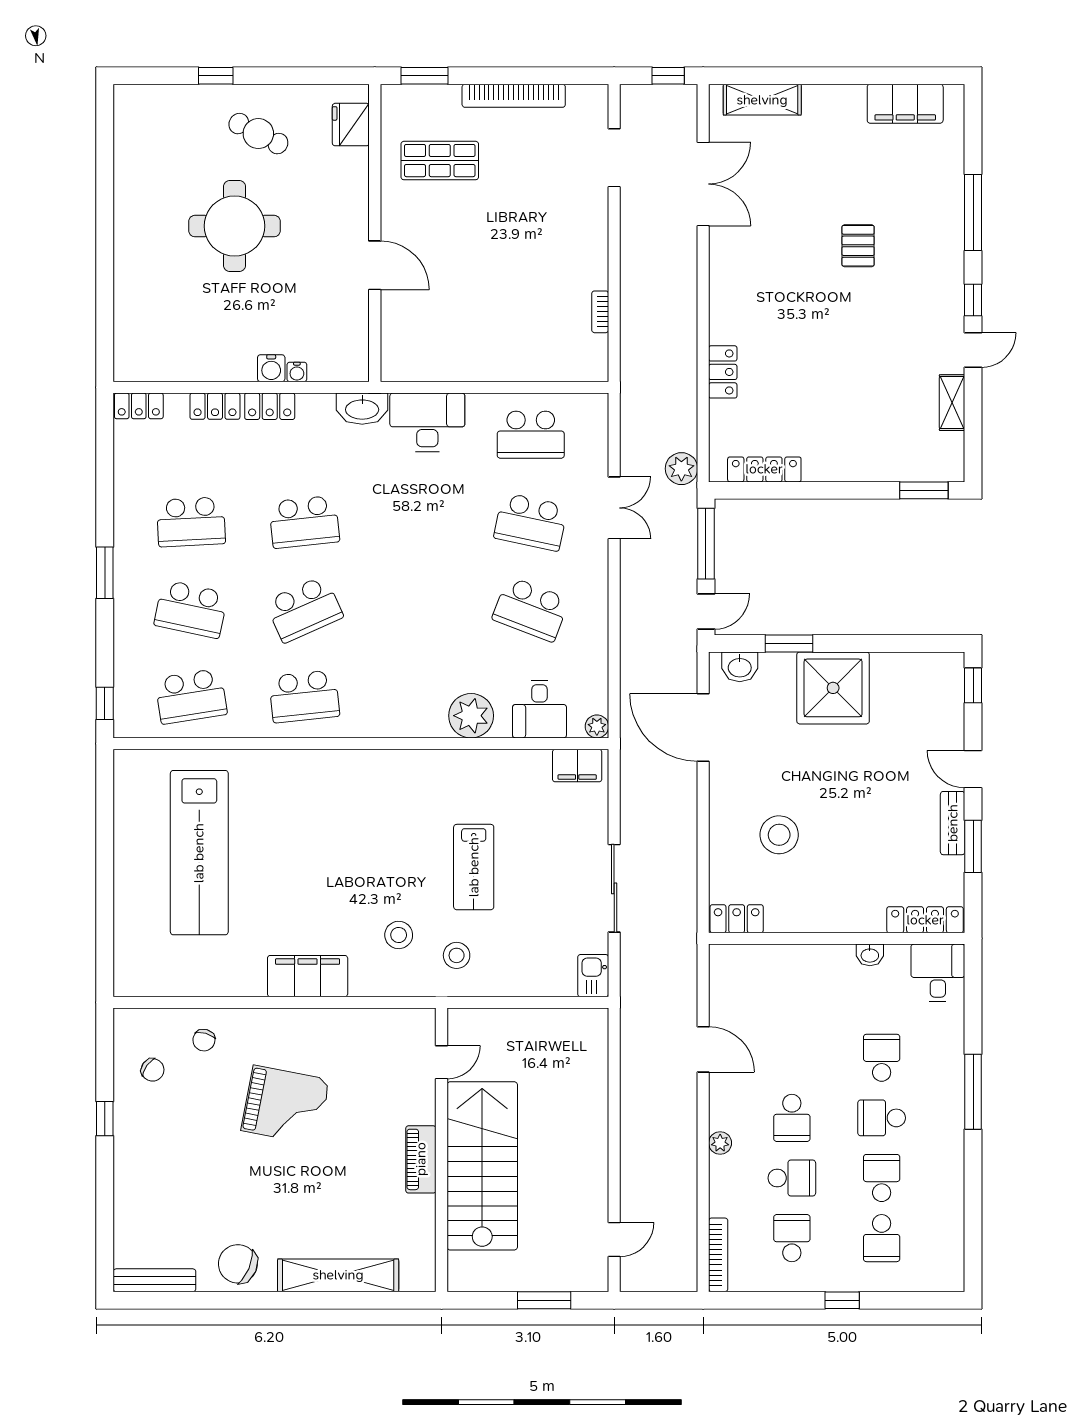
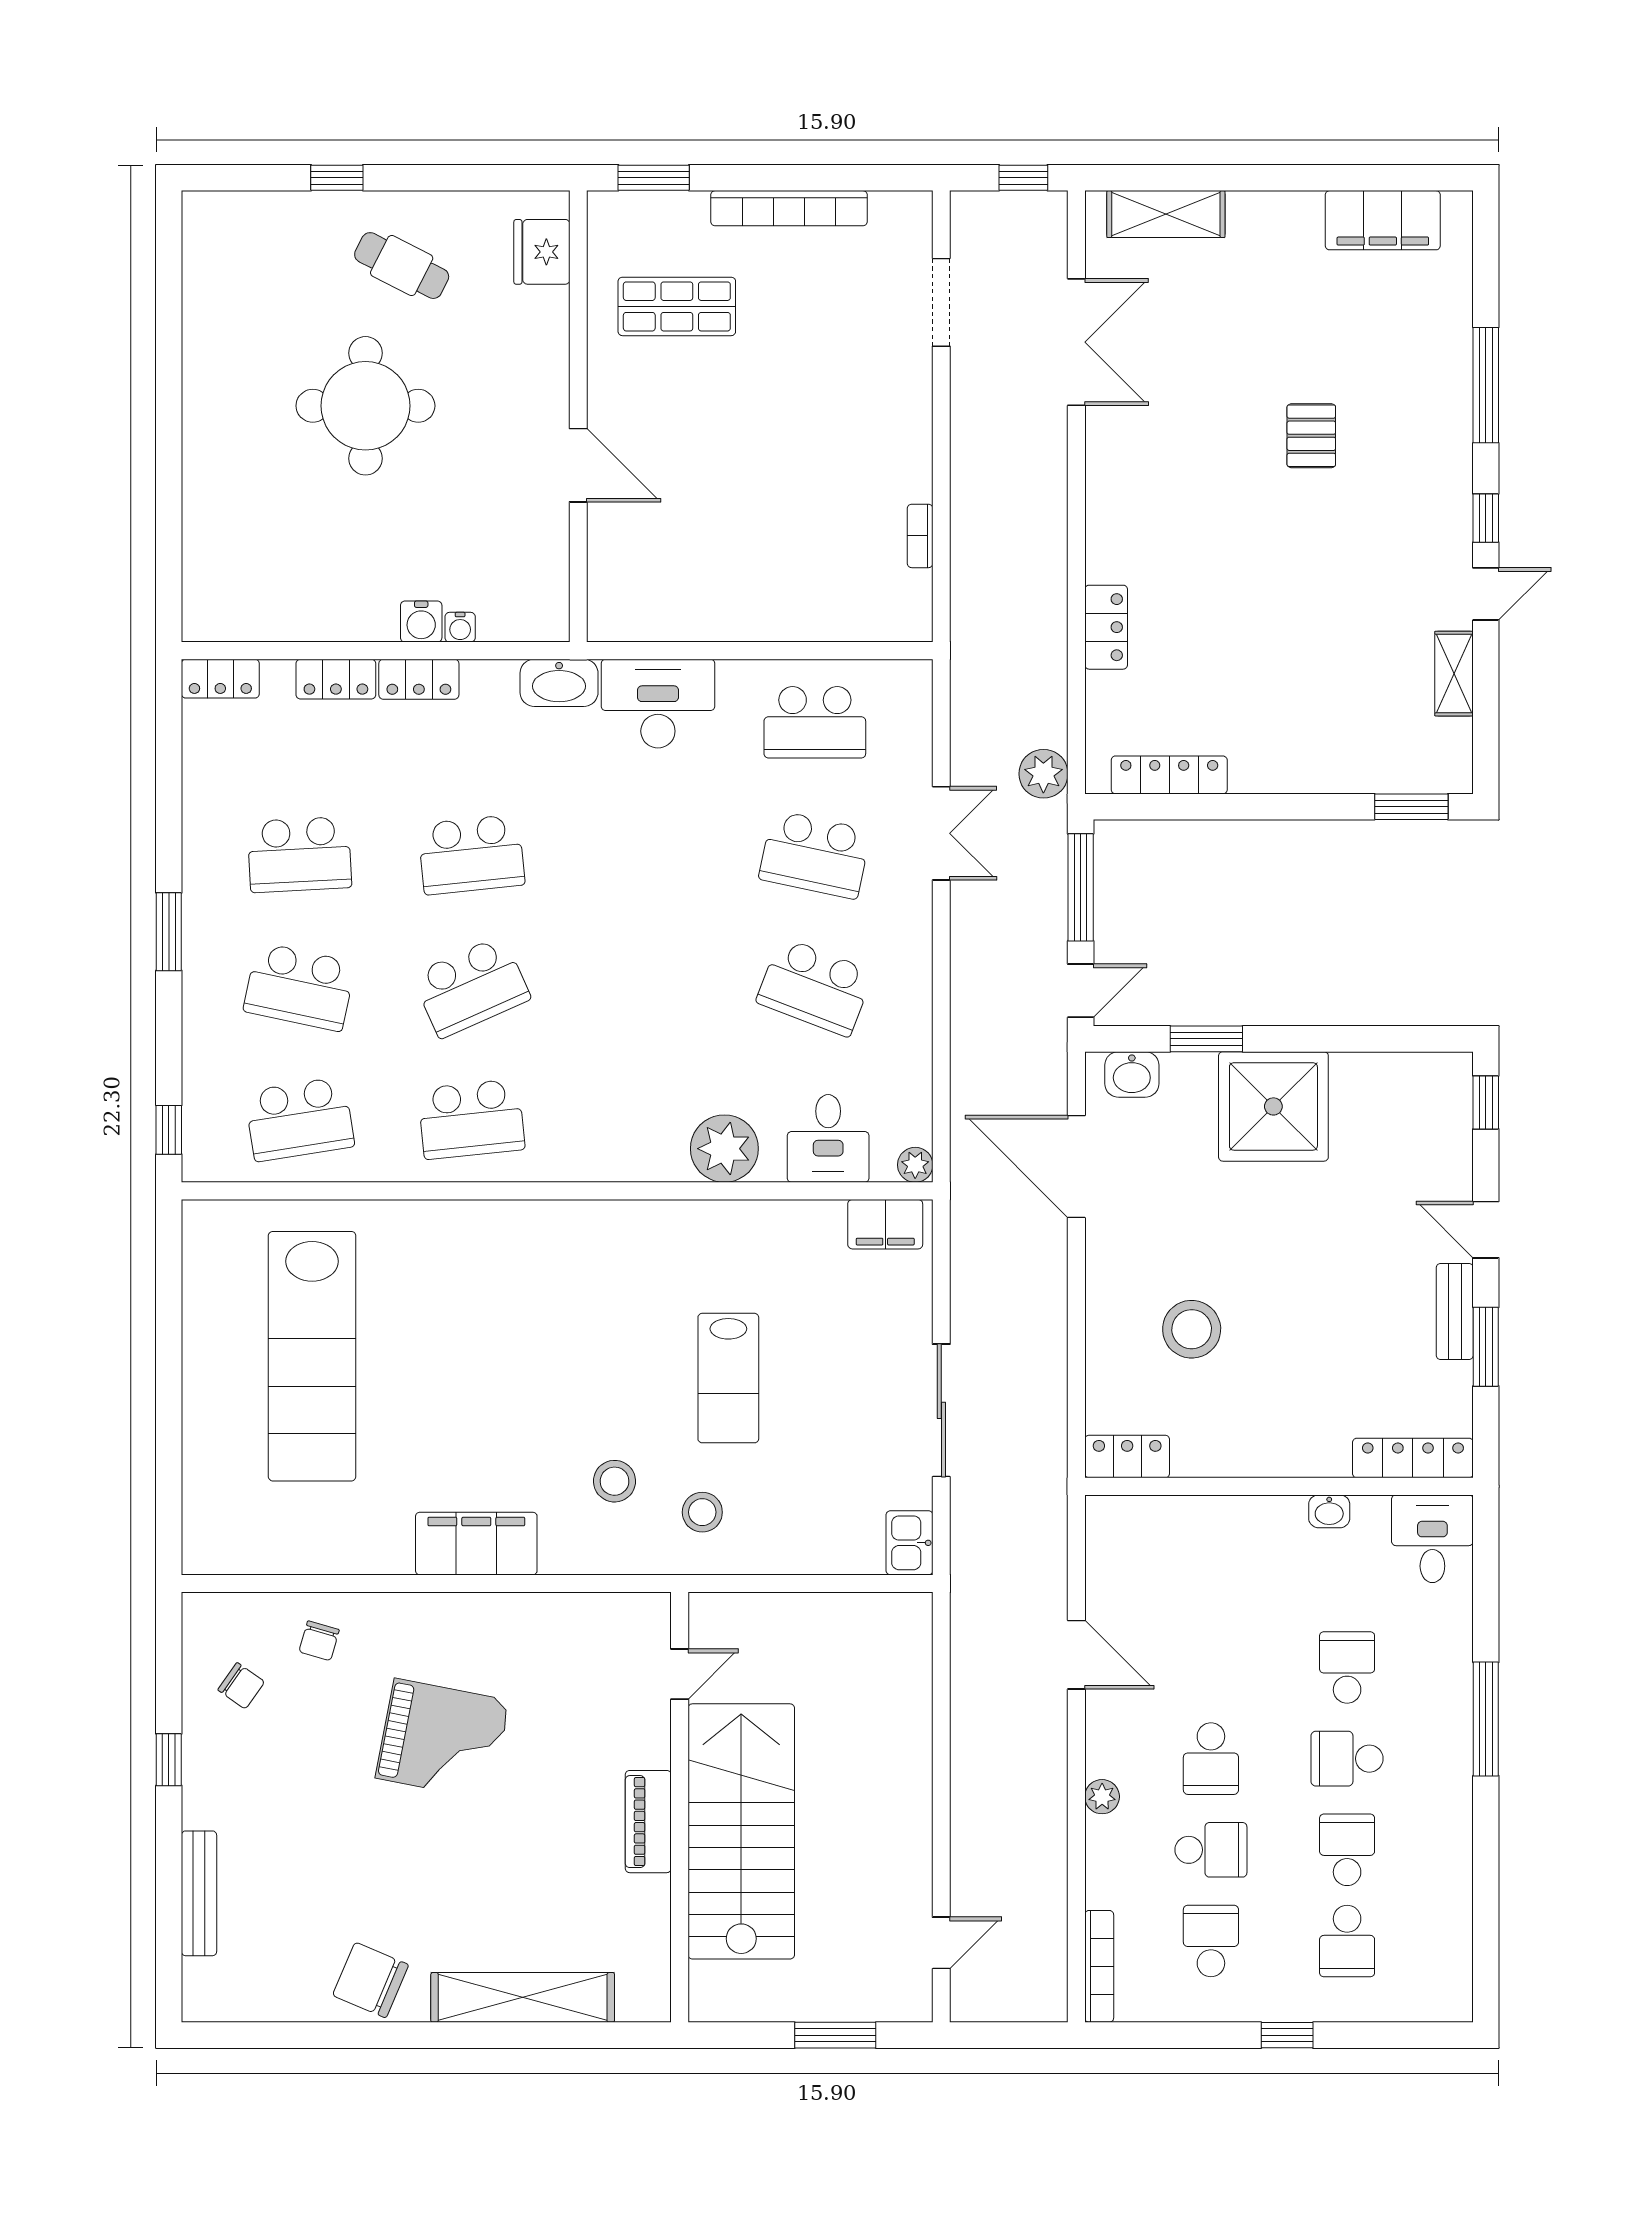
bench: (154, 1280) -> (199, 1893), moved, turned 90

